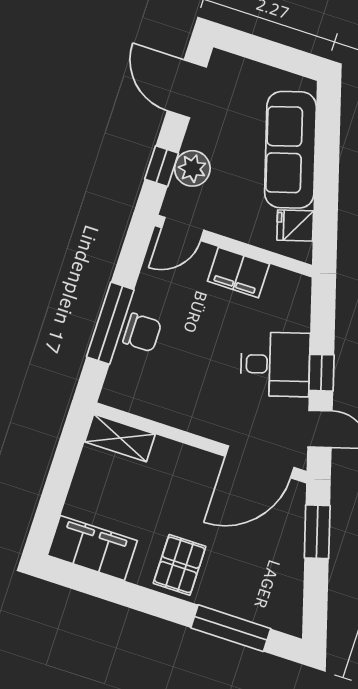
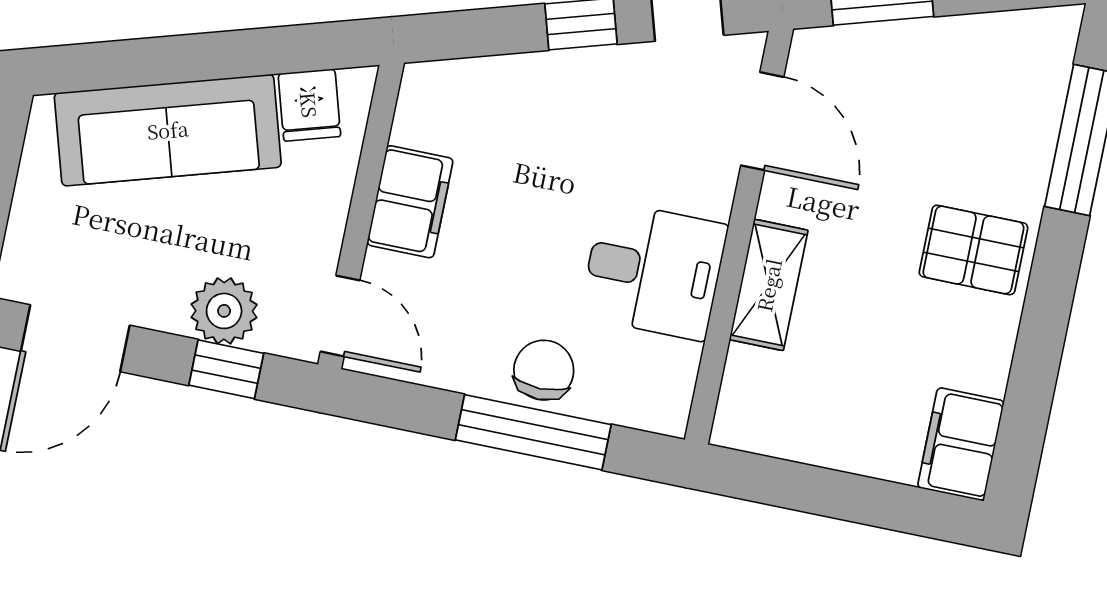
desk: (275, 364) -> (654, 271), moved, turned 107
shelving: (120, 438) -> (769, 285), moved
door: (260, 462) -> (762, 121), width x0.73
filing cabinet: (92, 548) -> (961, 444), width x0.67, depth x0.86

